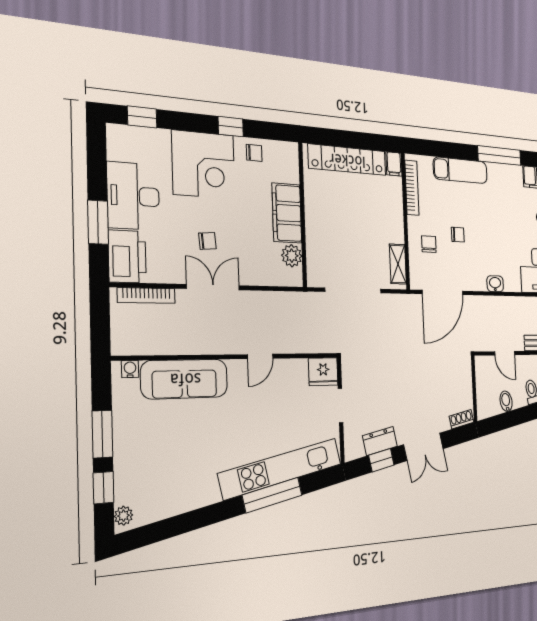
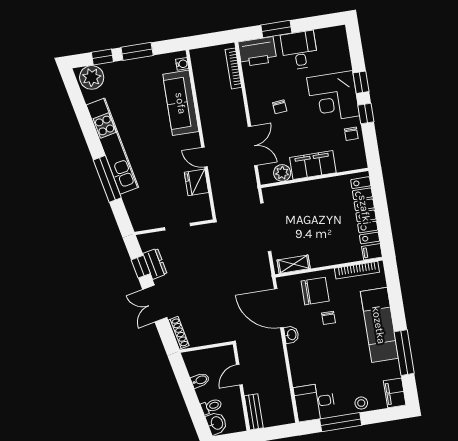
window: (142, 117) -> (361, 82), moved
exam couch: (460, 170) -> (379, 325), width x1.36, depth x1.45
desk: (133, 196) -> (299, 50), width x0.73
chair: (429, 244) -> (315, 291), width x1.87, depth x1.87
washbasin: (495, 284) -> (291, 335), moved
double door: (213, 287) -> (253, 146), moved
fridge: (323, 372) -> (196, 182), moved
shoe rack: (461, 419) -> (179, 333), width x1.43
kitchen unit: (281, 469) -> (112, 146), moved
plant: (124, 516) -> (92, 77), width x1.88, depth x1.88

